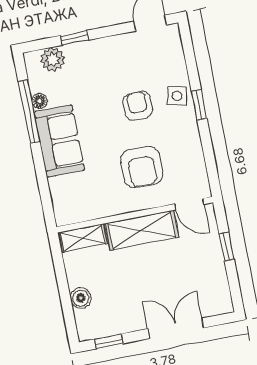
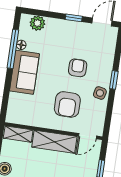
window: (75, 38) -> (74, 18), moved
side table: (177, 96) -> (100, 93), moved
door: (189, 204) -> (87, 136), hinge flipped

